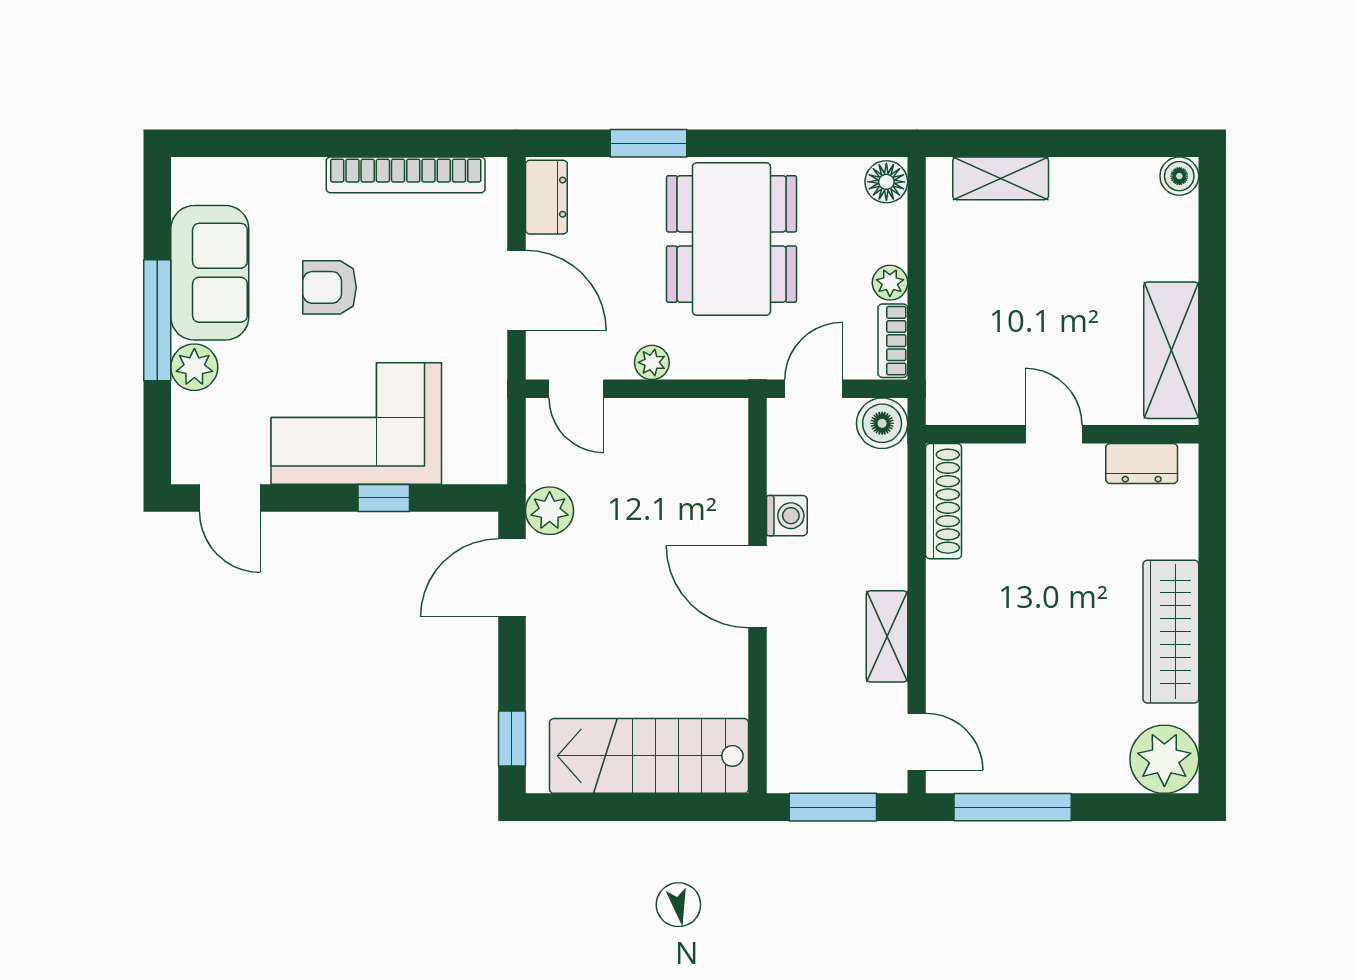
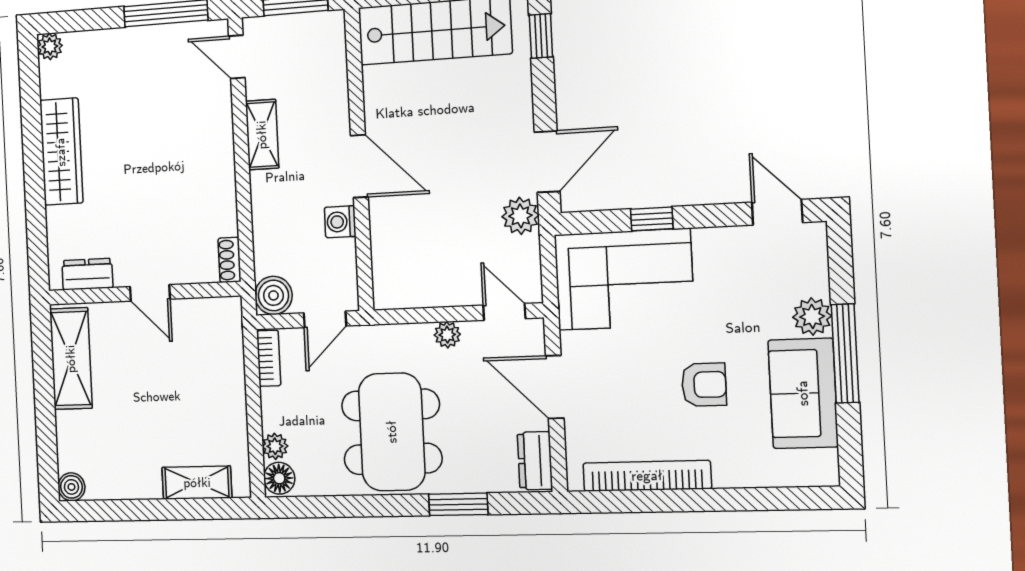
plant: (890, 283) -> (275, 446), moved
corner sofa: (356, 423) -> (624, 279), moved
shoe rack: (944, 501) -> (230, 260), width x0.51, depth x0.81
plant: (1164, 759) -> (50, 46), width x0.53, depth x0.53

